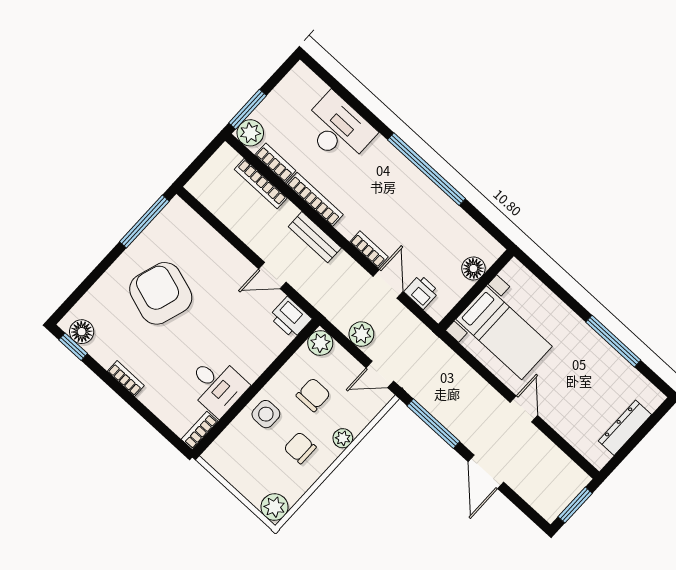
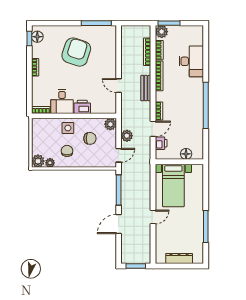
printer: (290, 318) -> (82, 107), moved, turned 90
door: (380, 374) -> (119, 155), swing flipped
plant: (343, 438) -> (50, 163), moved

